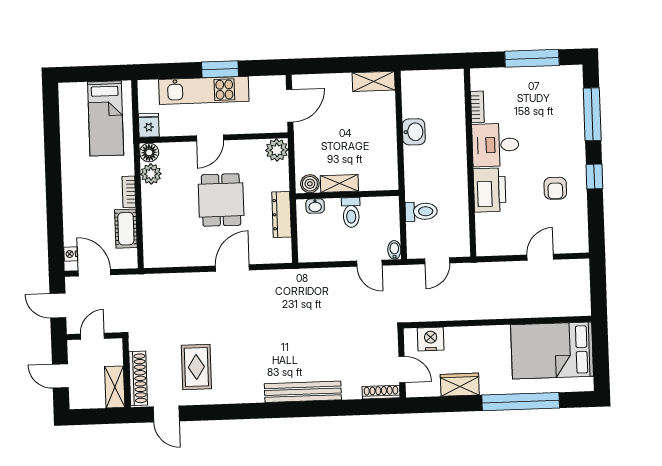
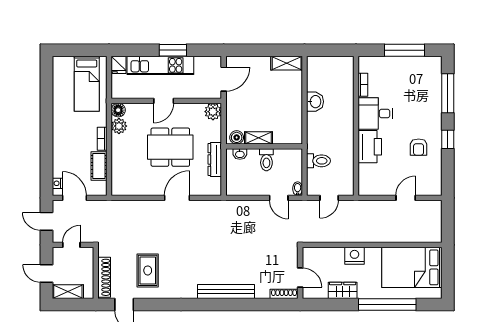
fridge: (149, 125) -> (119, 65), moved, turned 180
dining table: (221, 200) -> (170, 147), width x1.37
nightstand: (431, 339) -> (354, 256), moved
shelving: (115, 387) -> (68, 292), moved, turned 90

